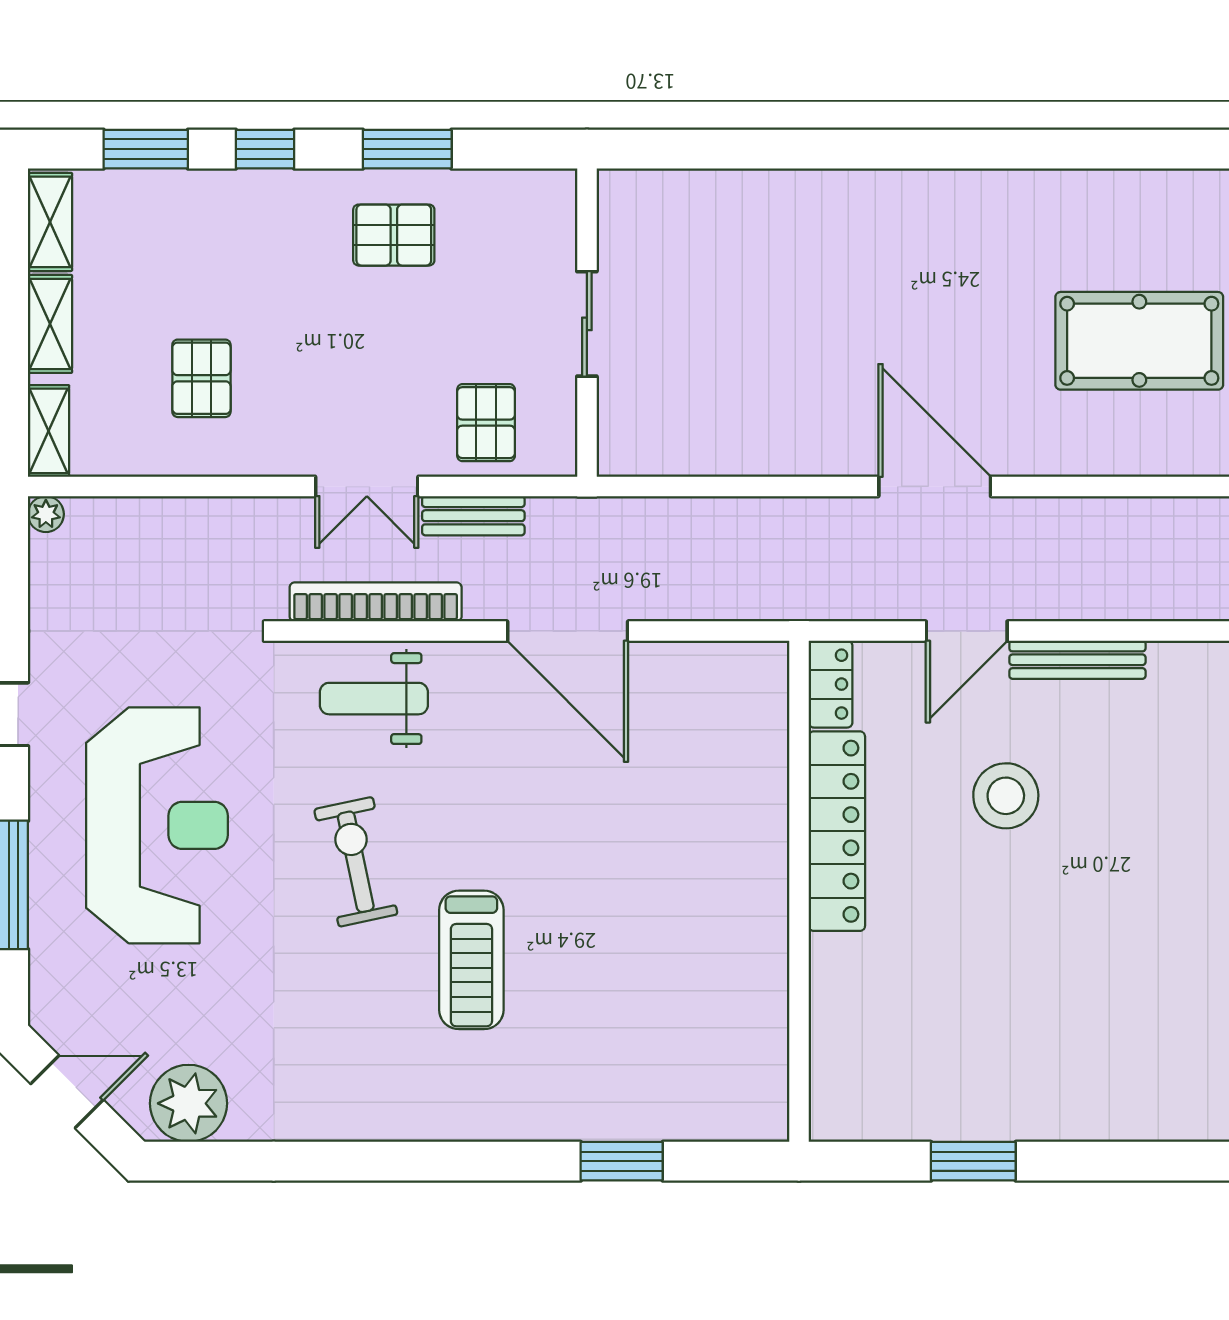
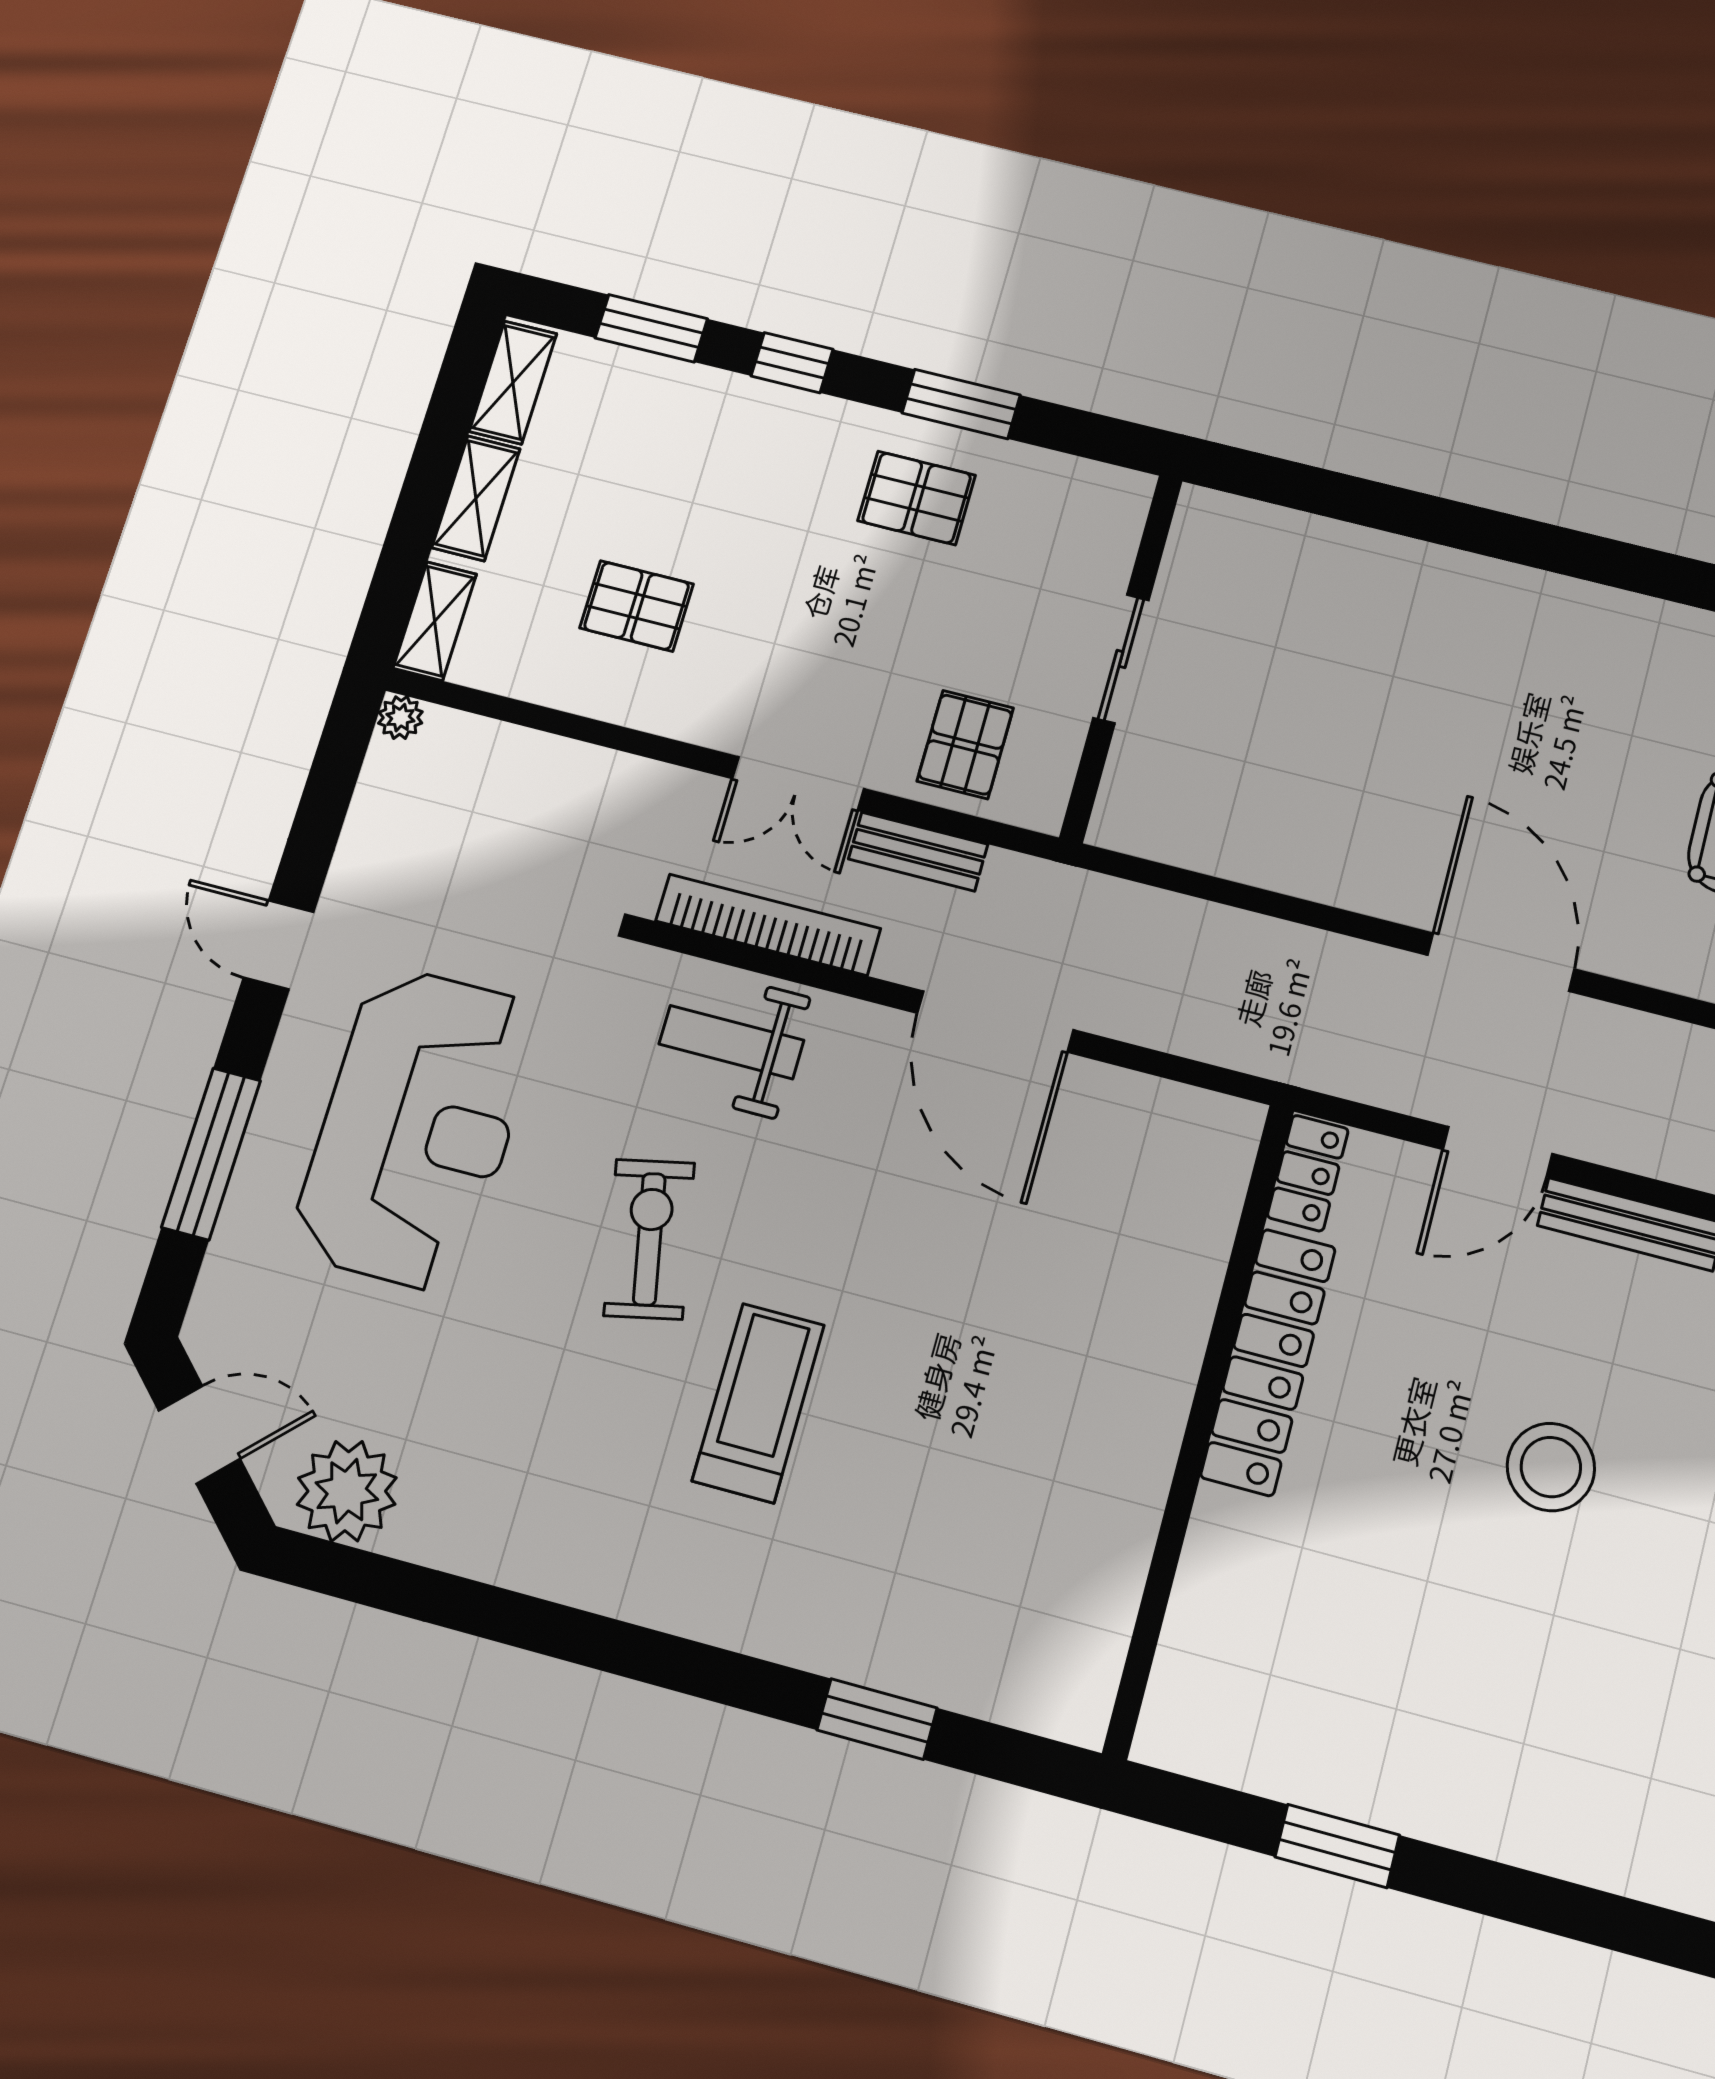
pallet: (201, 378) -> (637, 606), turned 90
stool: (1006, 796) -> (1551, 1467), moved
treadmill: (471, 960) -> (758, 1403), turned 180

